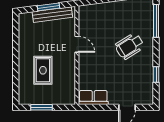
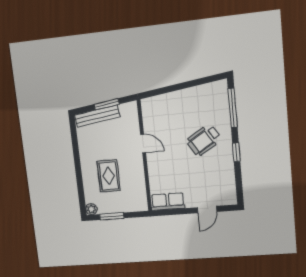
bench: (52, 15) -> (97, 116), moved
window: (156, 75) -> (236, 152), moved
plant: (24, 99) -> (91, 209), added

